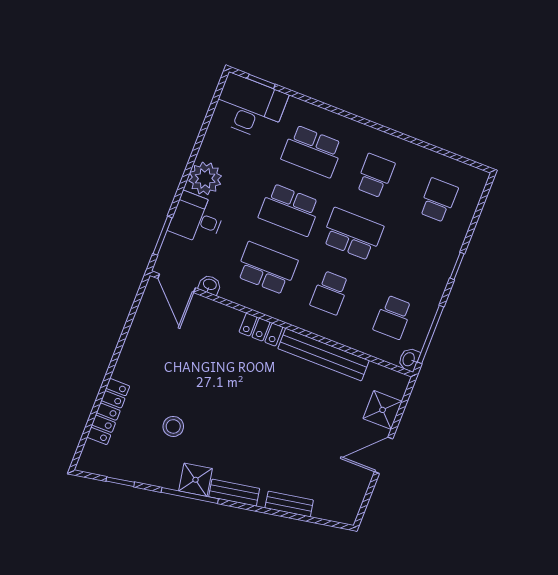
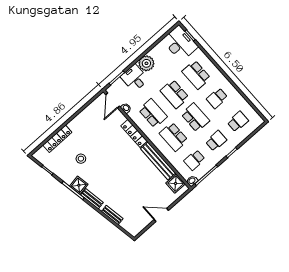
school desk: (375, 176) -> (217, 98), turned 180
school desk: (416, 259) -> (216, 141), added
school desk: (330, 293) -> (174, 137), width x1.85
locker: (261, 330) -> (134, 134), width x1.53
shower: (383, 410) -> (176, 183), moved

